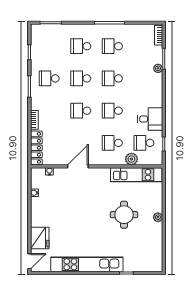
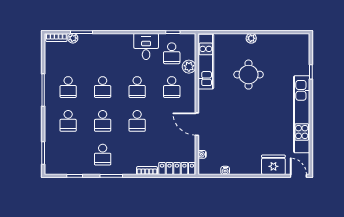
plant: (158, 68) -> (73, 38), moved

